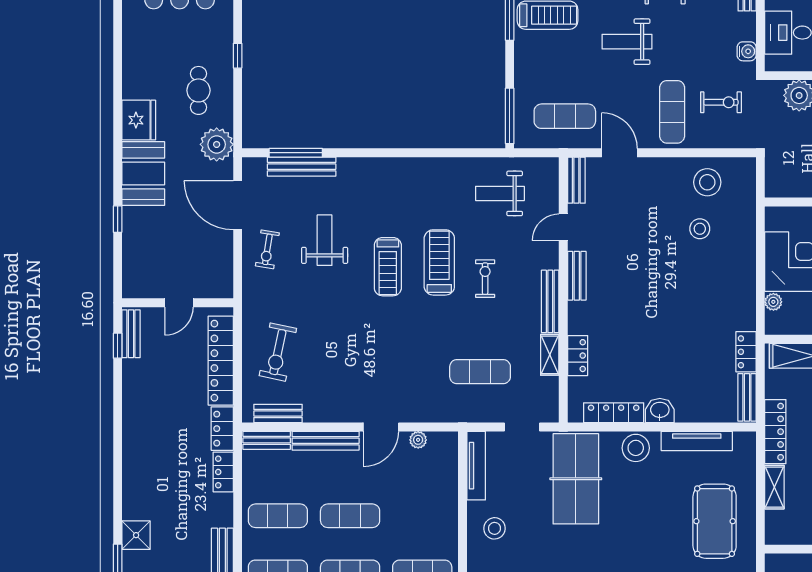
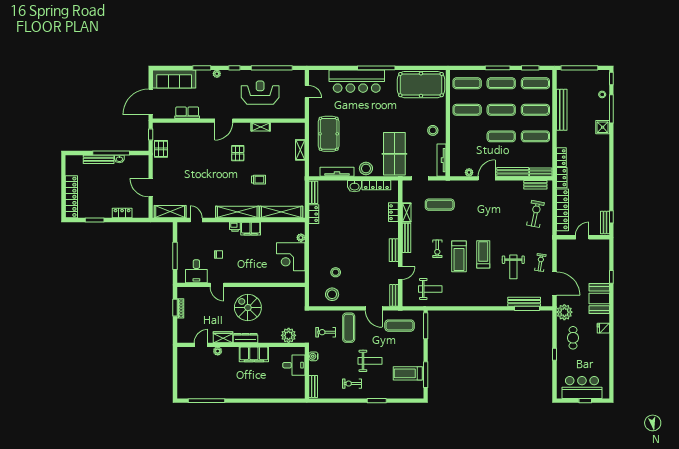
fridge: (139, 120) -> (603, 328), width x0.53, depth x0.75
locker: (775, 432) -> (300, 176), removed

